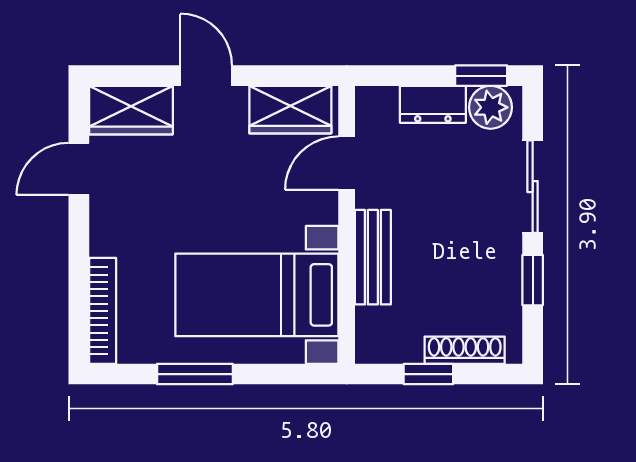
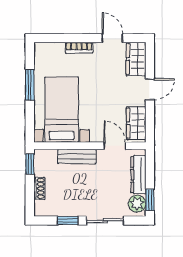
dresser: (433, 104) -> (138, 175), width x1.44
bookcase: (103, 311) -> (79, 48), moved, width x0.64
shoe rack: (465, 350) -> (39, 188), width x0.70
window: (428, 374) -> (30, 164), moved

